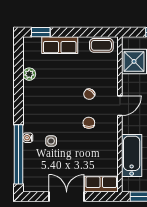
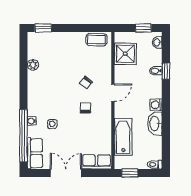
row of seats: (60, 45) -> (35, 153), moved, turned -90

